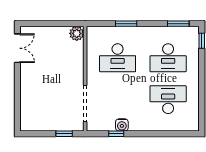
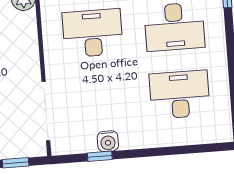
desk: (118, 58) -> (93, 33), turned 180

